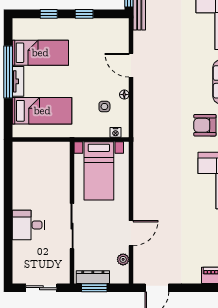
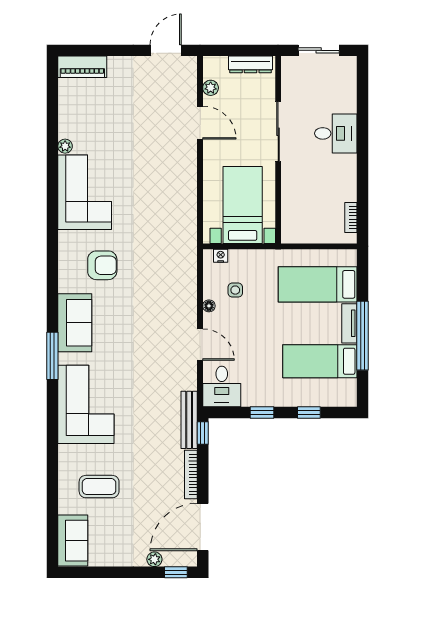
desk: (115, 34) -> (222, 387), added
bookcase: (17, 161) -> (351, 217), added
door: (131, 233) -> (200, 123), swing flipped
window: (94, 288) -> (249, 50), removed

